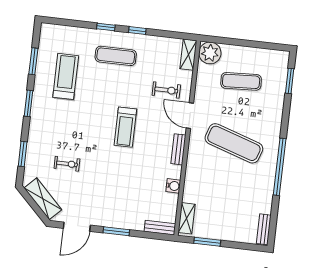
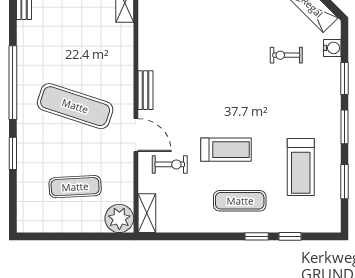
window: (137, 31) -> (290, 236), moved
window: (290, 81) -> (13, 153), moved
exercise bike: (166, 90) -> (170, 164), turned 180
treadmill: (125, 127) -> (226, 150), moved, turned 90
window: (23, 154) -> (345, 79), moved
water cooler: (173, 186) -> (332, 48), moved, turned 180

